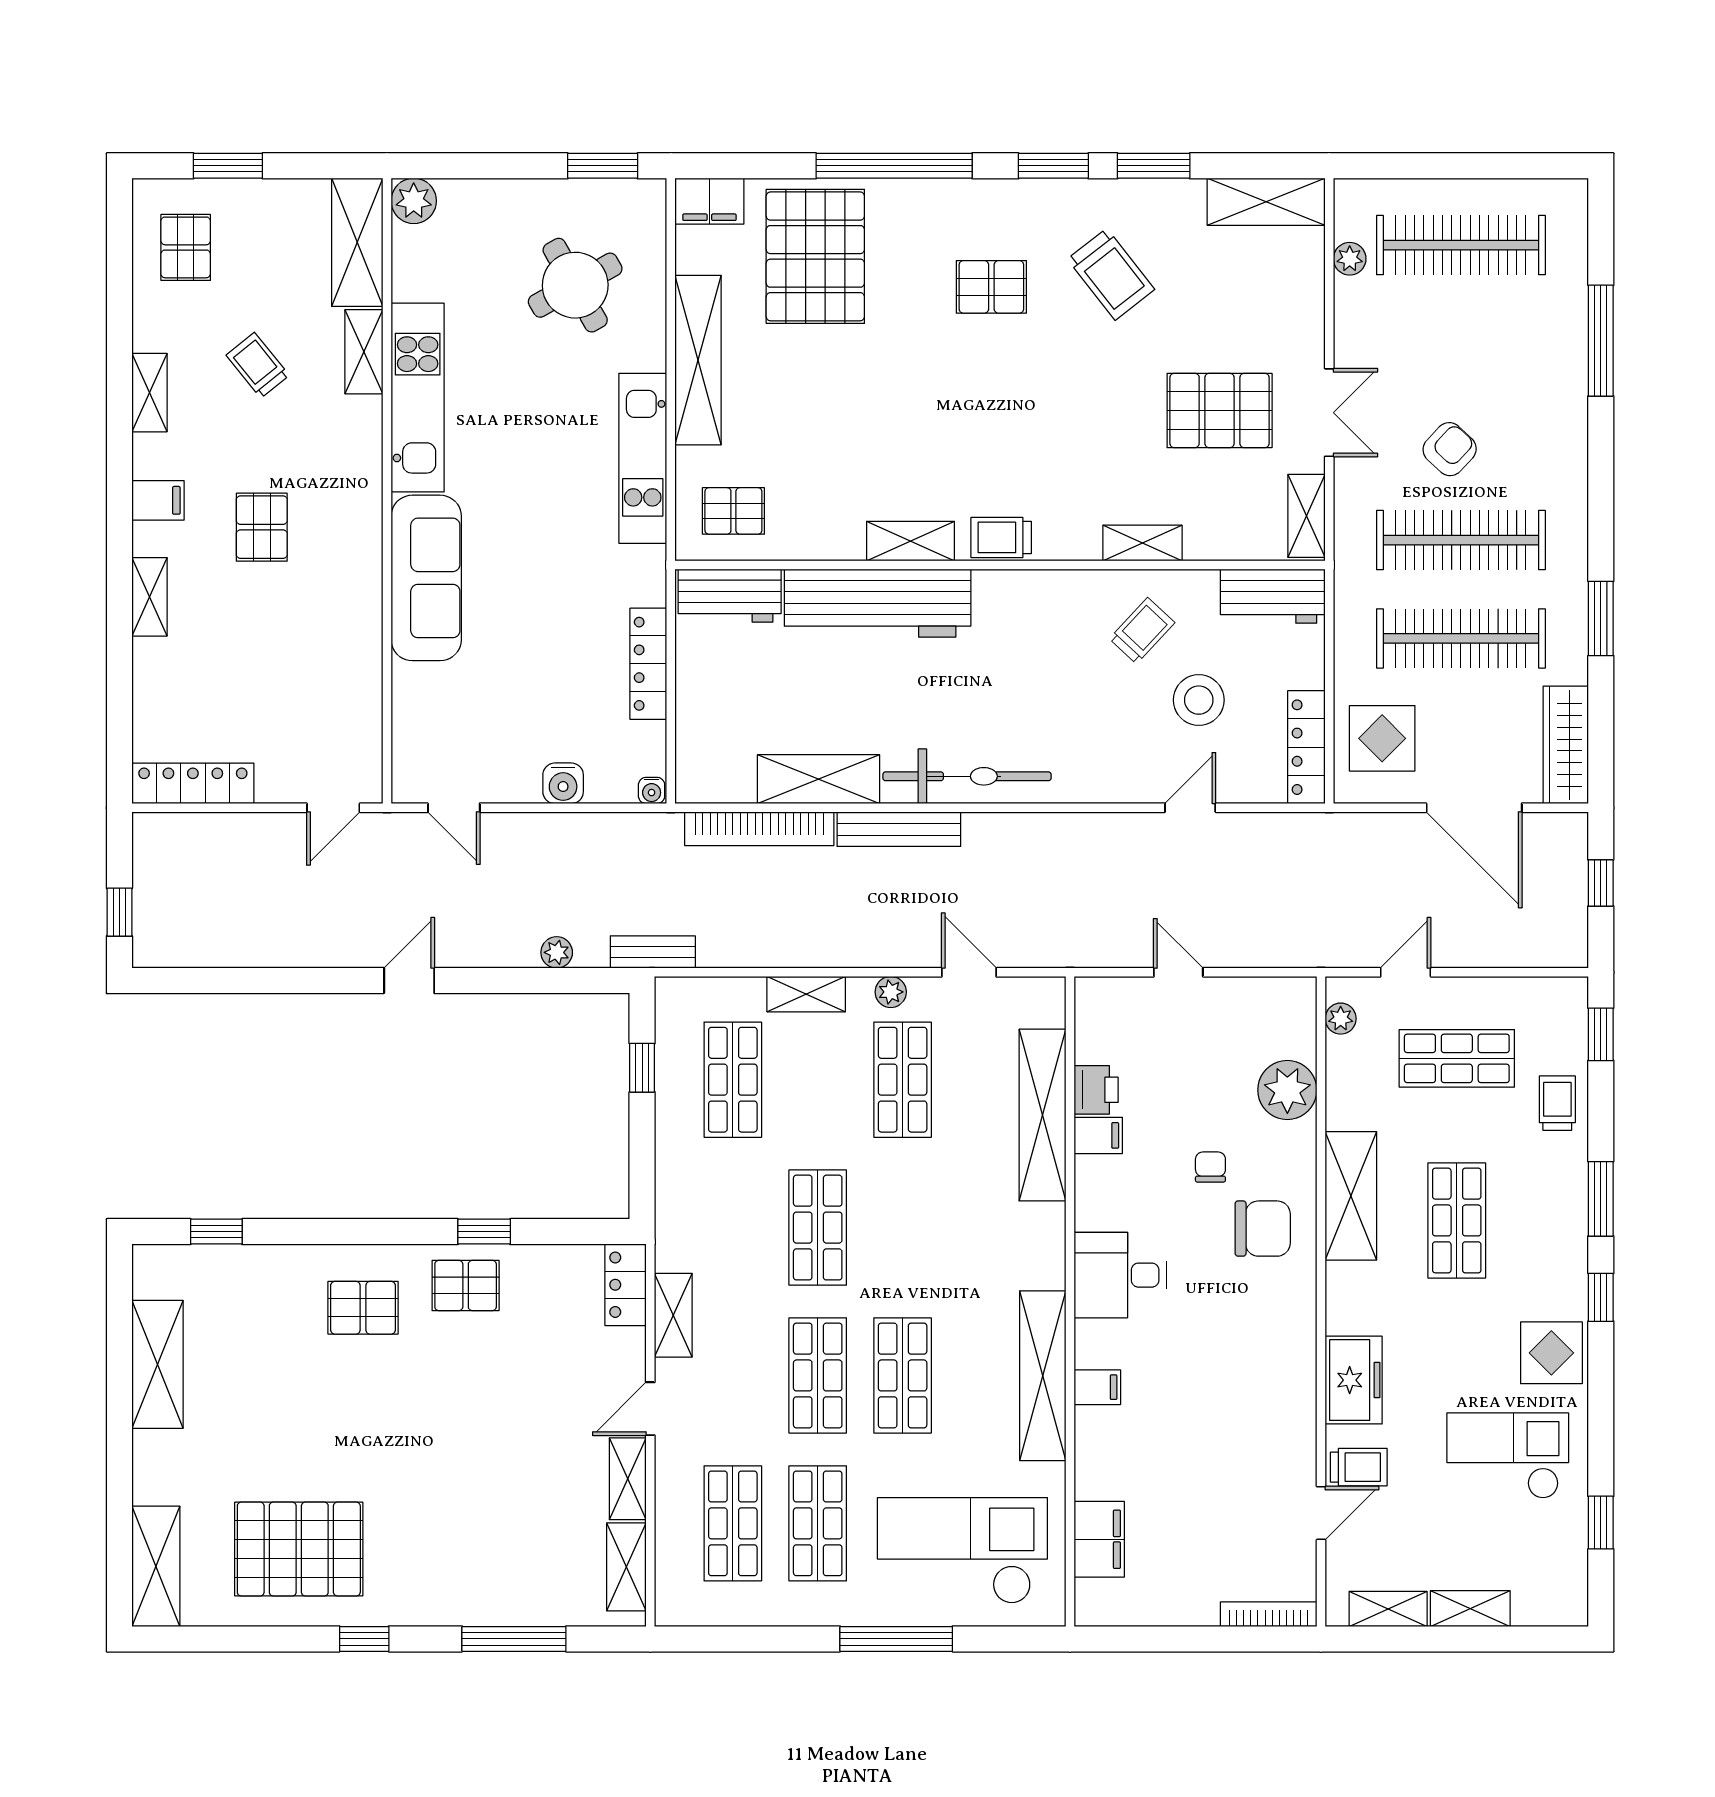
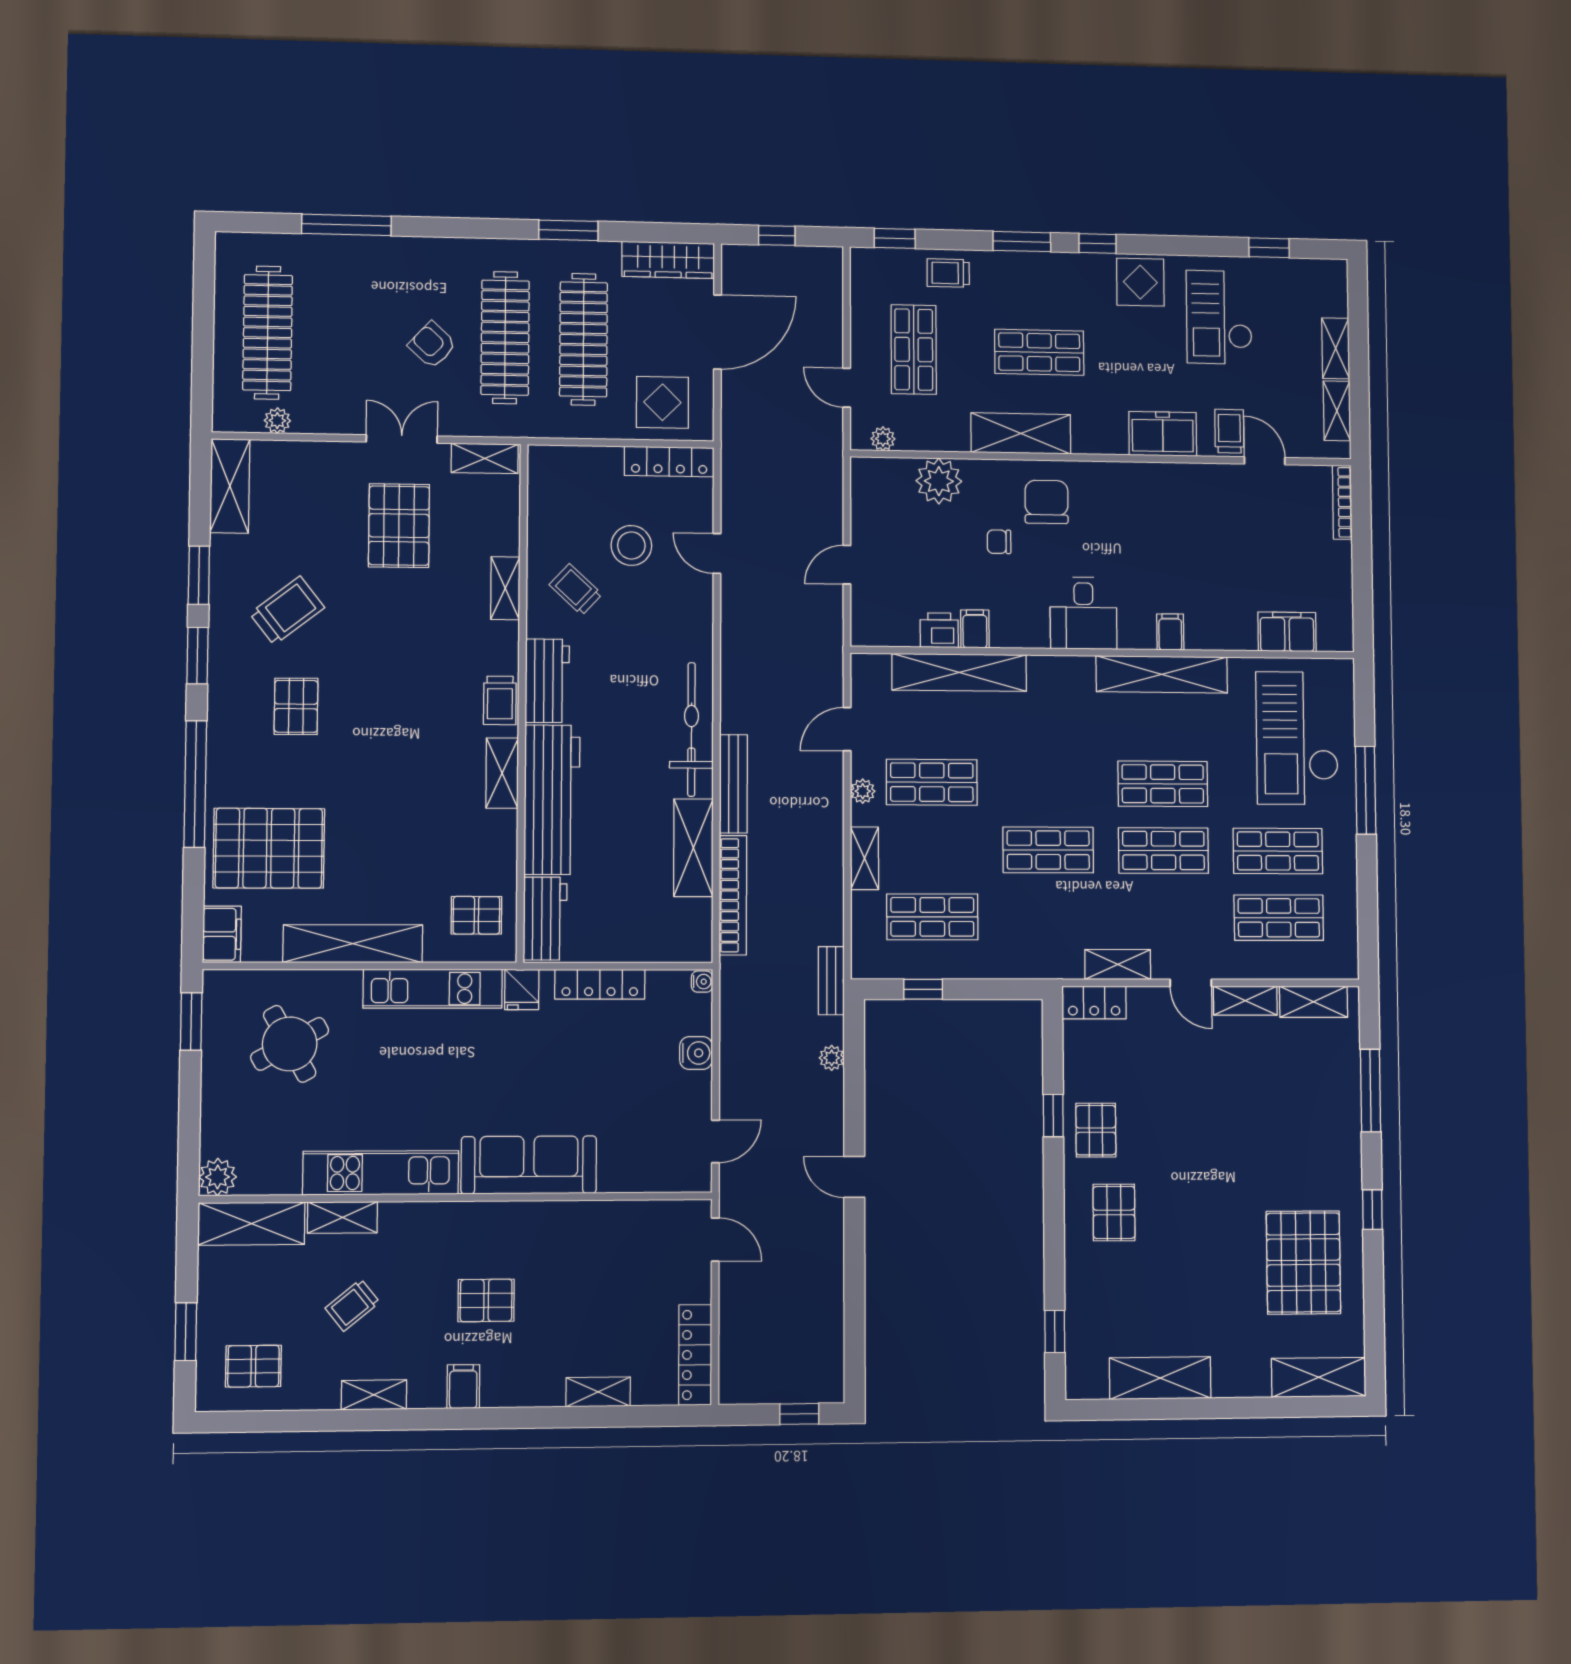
pallet: (733, 511) -> (476, 915), turned 90
fridge: (642, 567) -> (522, 989), added
workbench: (1273, 596) -> (547, 681), moved
shelving: (149, 597) -> (598, 1392), moved

